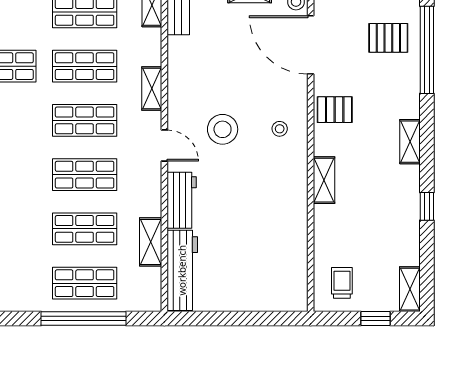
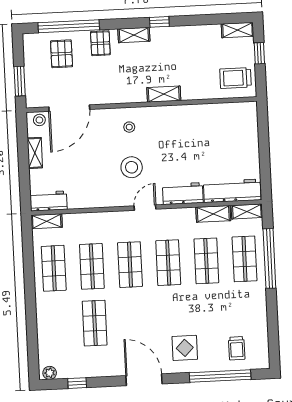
shelving: (152, 88) -> (247, 211), moved
pallet: (335, 110) -> (100, 43), moved
window: (427, 206) -> (159, 22), moved
trolley: (342, 283) -> (235, 78), width x1.36, depth x1.39

